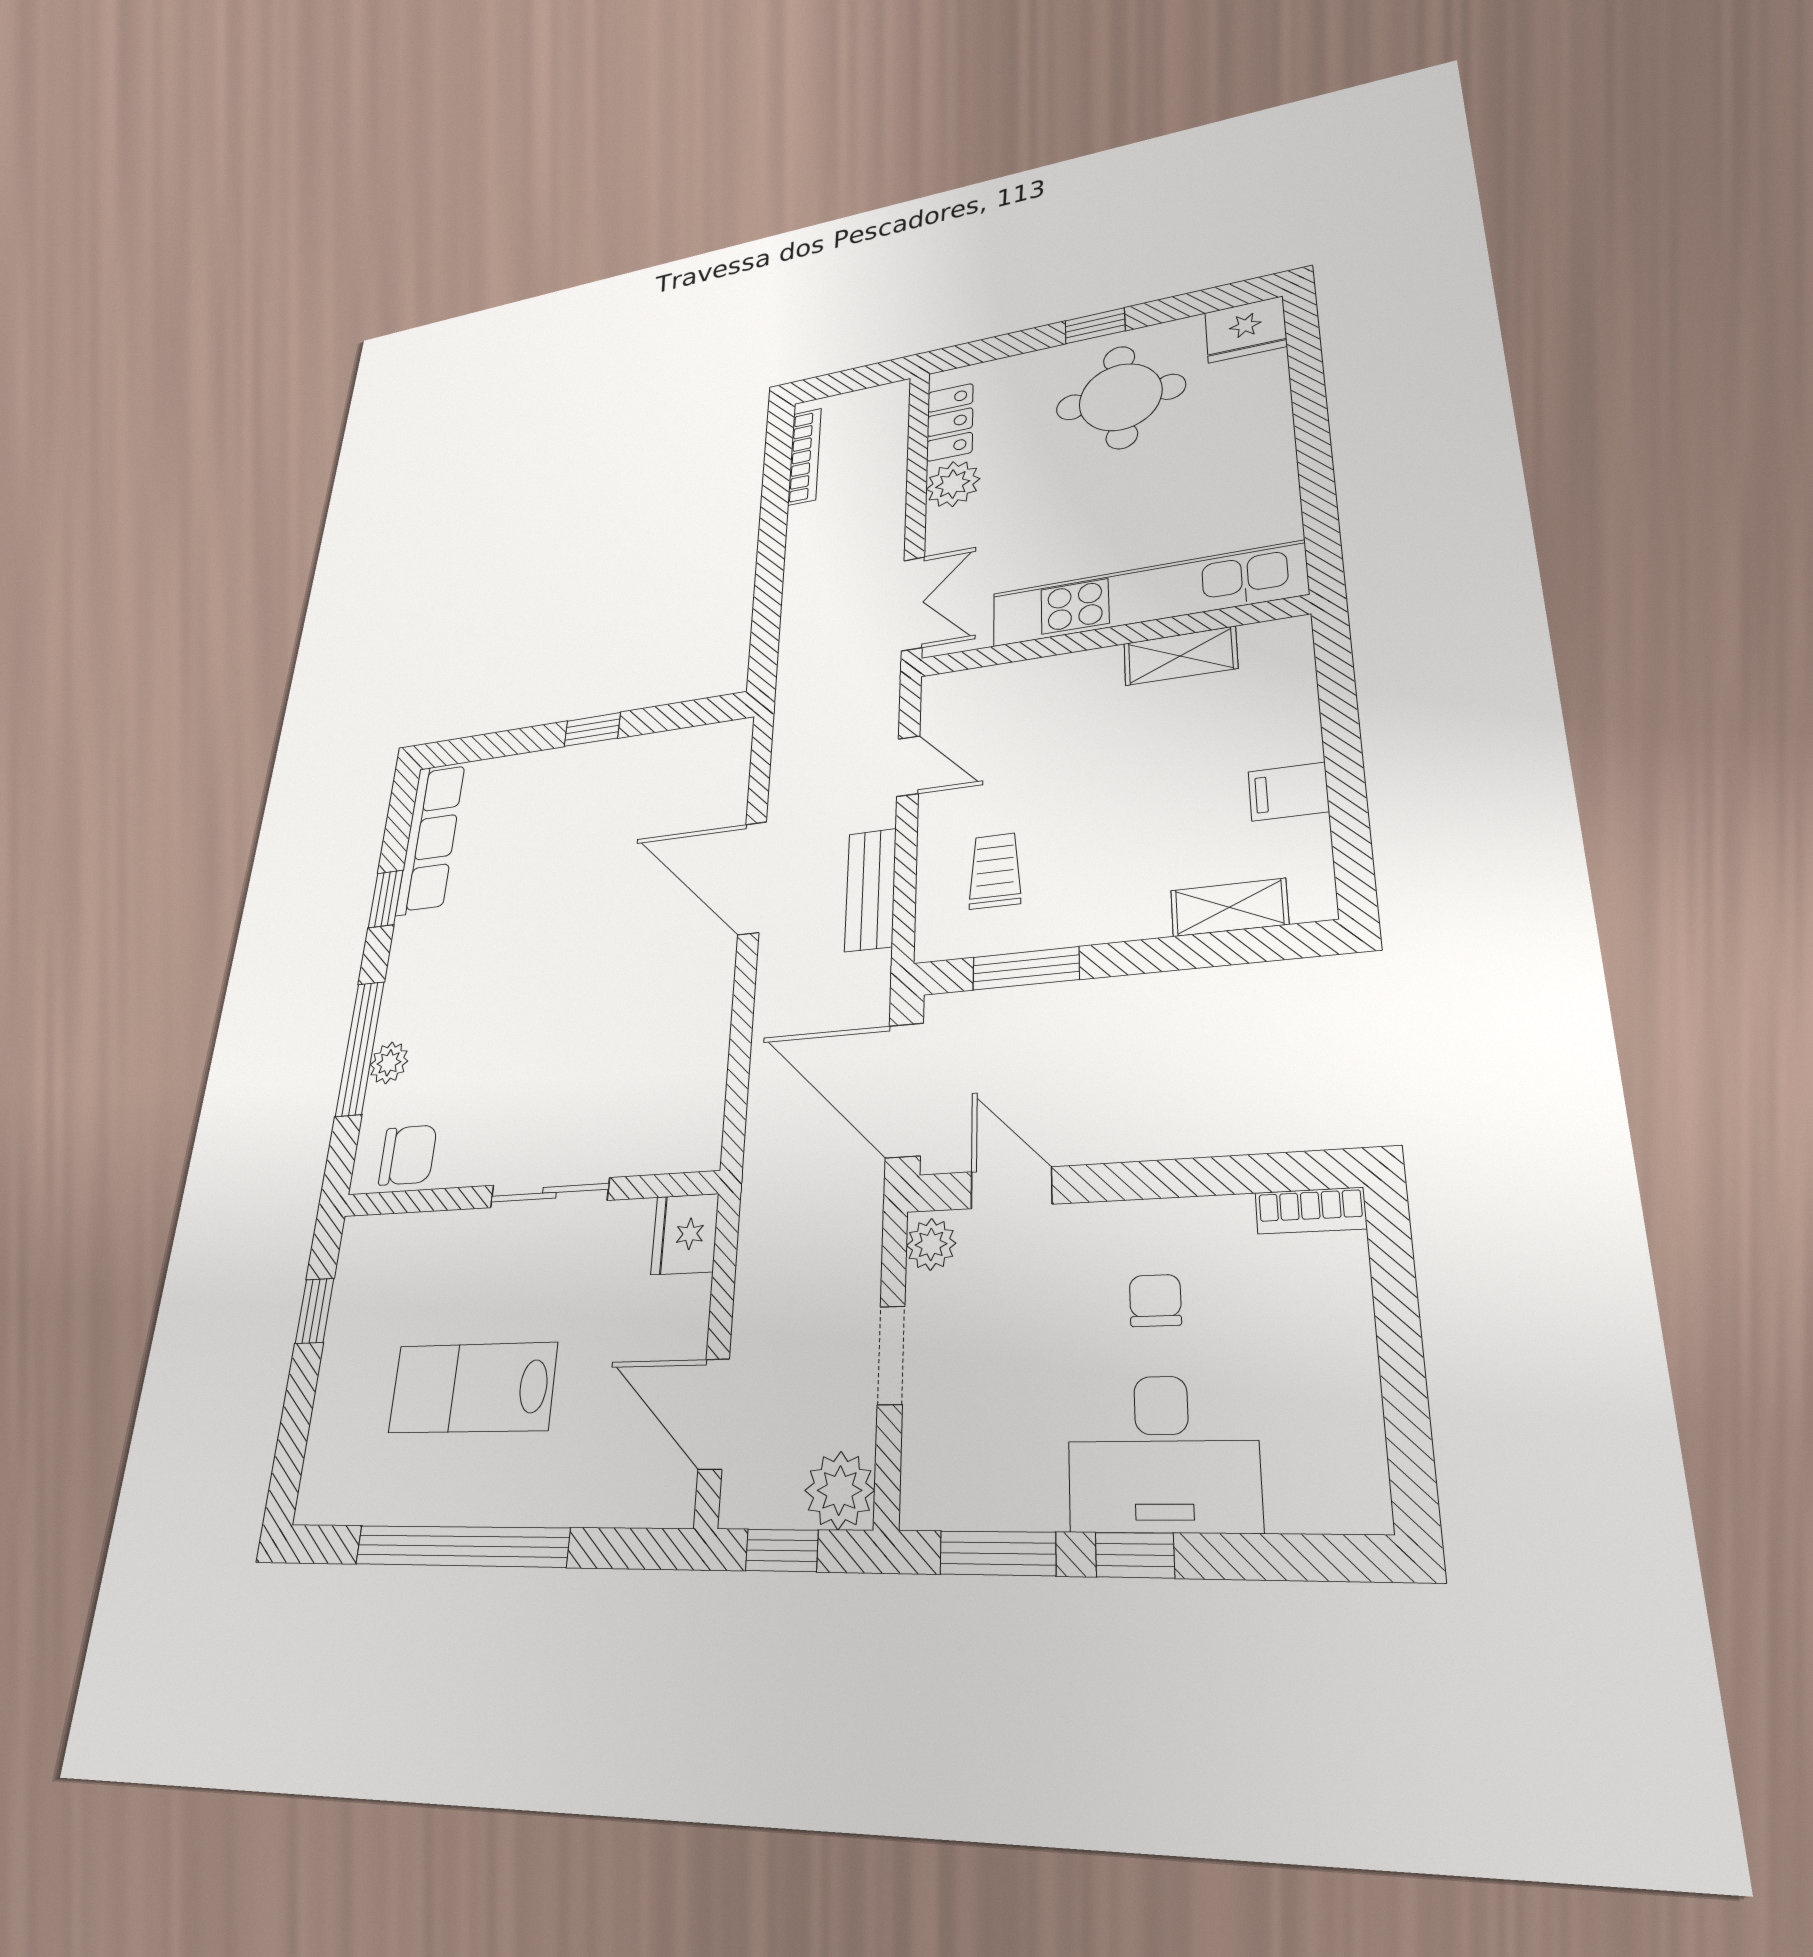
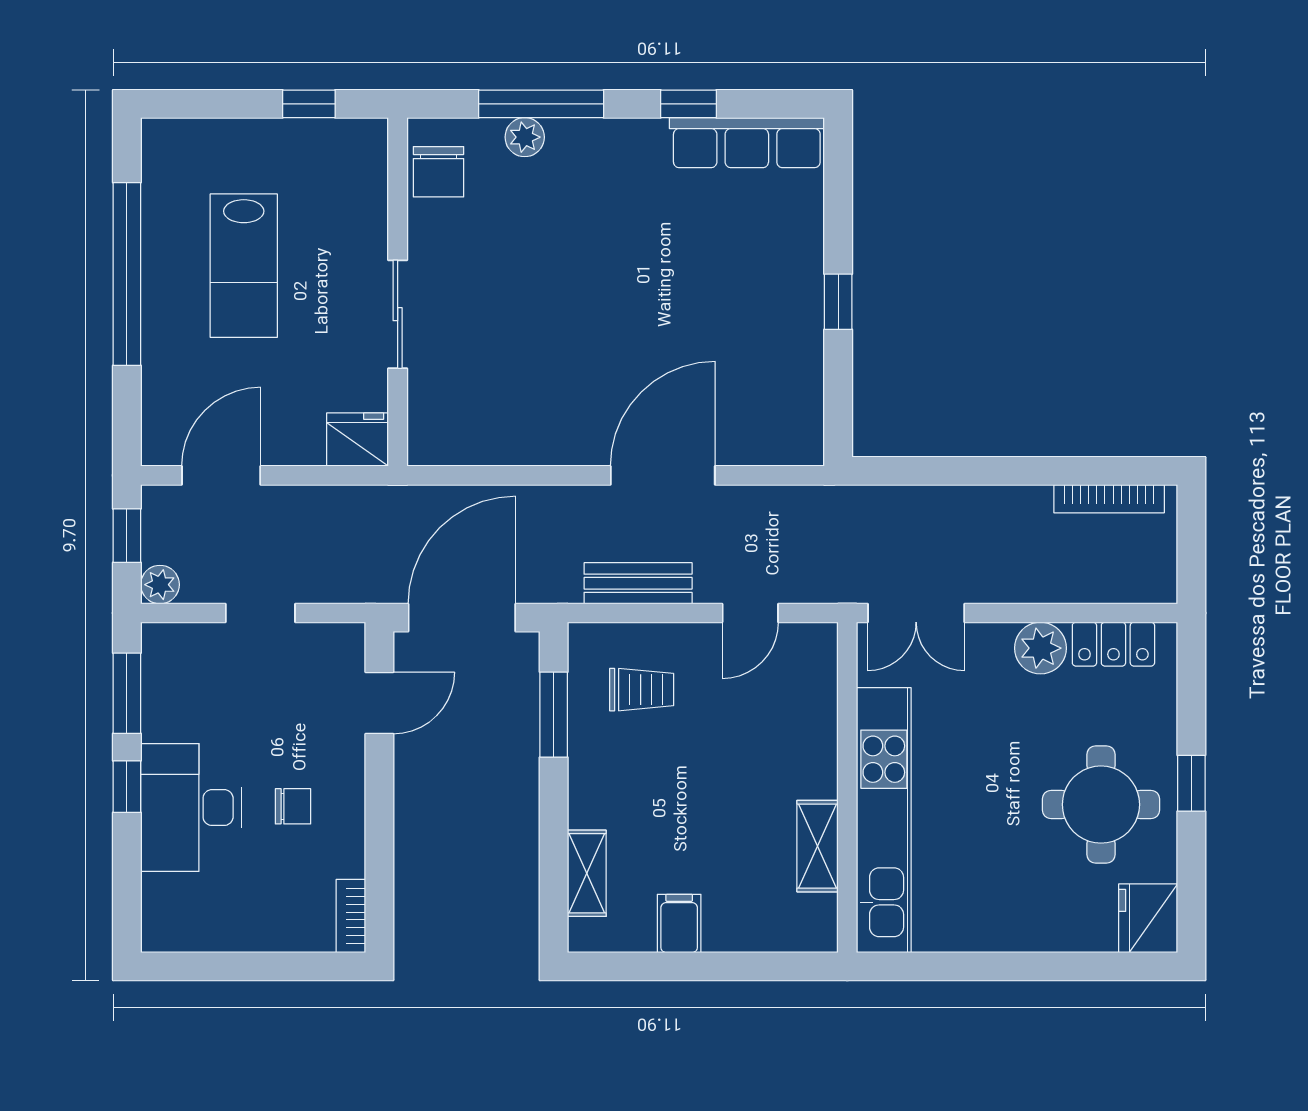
plant: (931, 1244) -> (340, 642), removed
lab bench: (473, 1388) -> (244, 266), turned 180
plant: (840, 1490) -> (160, 585), width x0.73, depth x0.73

